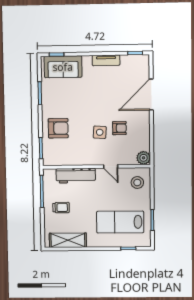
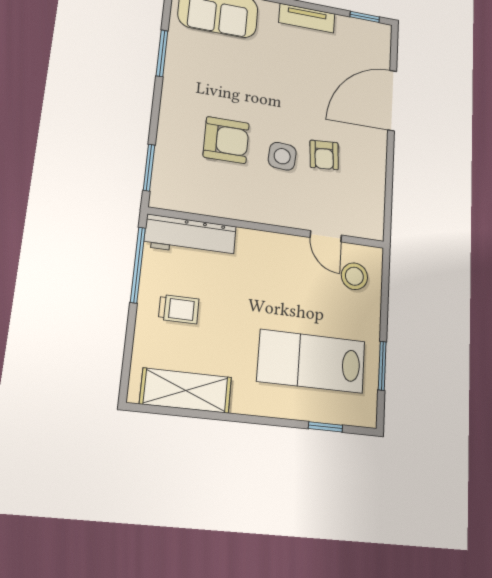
armchair: (58, 128) -> (226, 140), moved
armchair: (119, 128) -> (324, 155), turned 86
plant: (144, 158) -> (370, 225), removed
door: (111, 166) -> (326, 236), moved
workbench: (76, 176) -> (190, 236), moved

